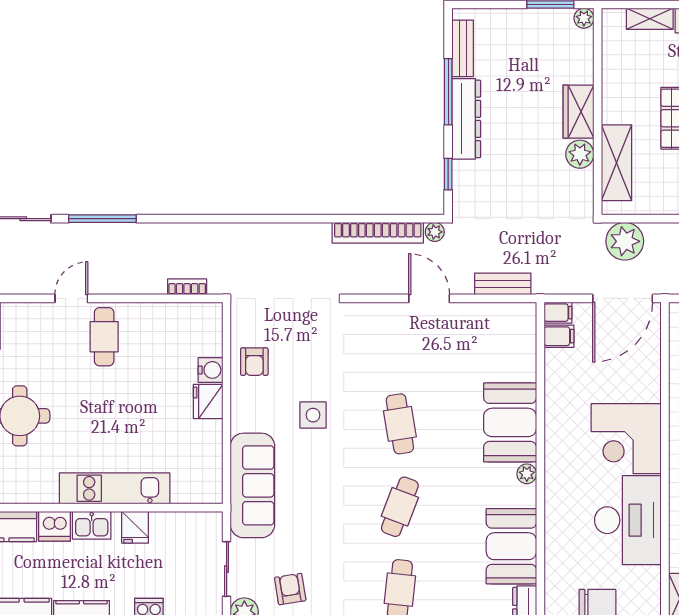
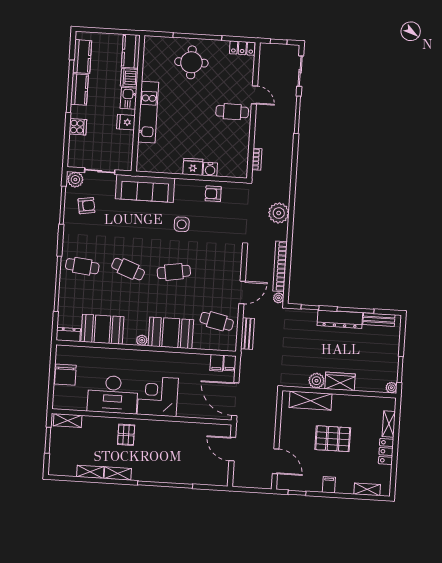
plant: (625, 241) -> (279, 213), moved
cafe table: (484, 341) -> (217, 321), added

